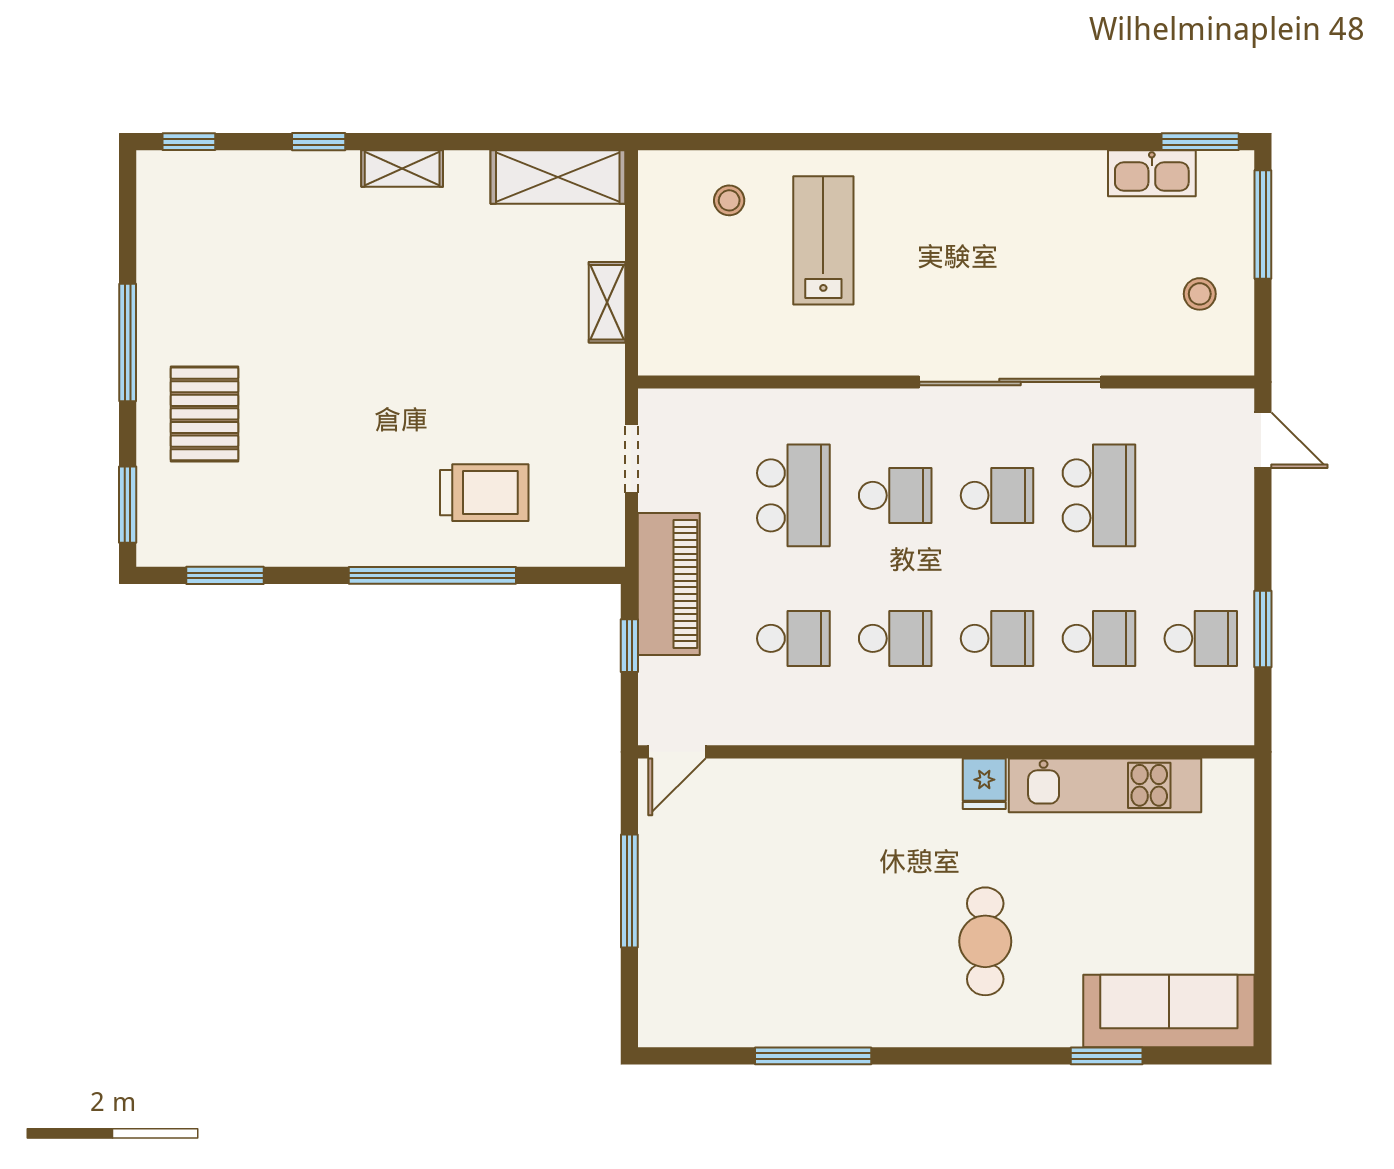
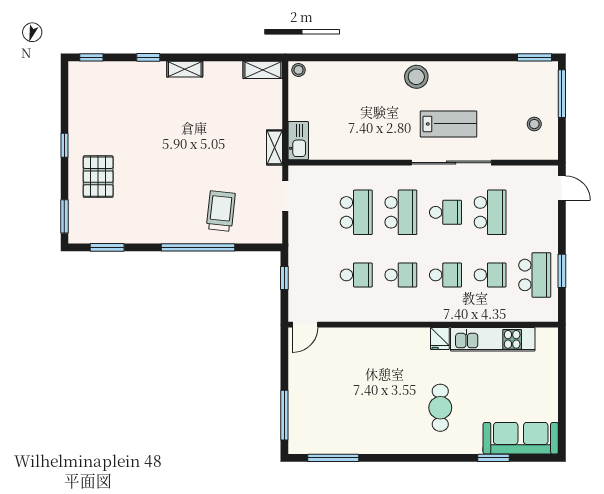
kitchen sink: (1152, 173) -> (298, 141), moved, turned -90
shelving: (558, 177) -> (263, 70), width x0.67, depth x0.75
stool: (931, 186) -> (416, 77), added
stool: (729, 200) -> (299, 70), moved
lab bench: (823, 240) -> (449, 124), moved, turned 90
shelving: (607, 302) -> (275, 147), moved
window: (128, 342) -> (64, 145), width x0.46
trolley: (484, 493) -> (221, 211), turned -84
school desk: (895, 495) -> (401, 212), width x1.85
piano: (669, 584) -> (302, 251), removed
school desk: (1201, 638) -> (535, 275), width x1.85
window: (629, 891) -> (284, 415), moved
window: (813, 1056) -> (333, 458), moved

